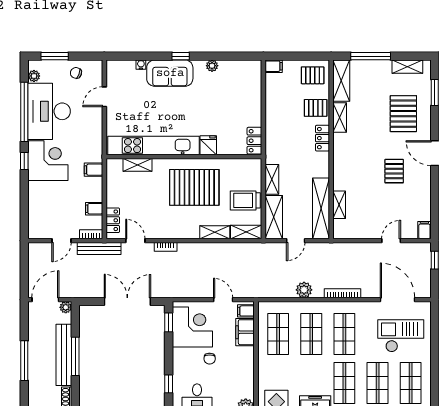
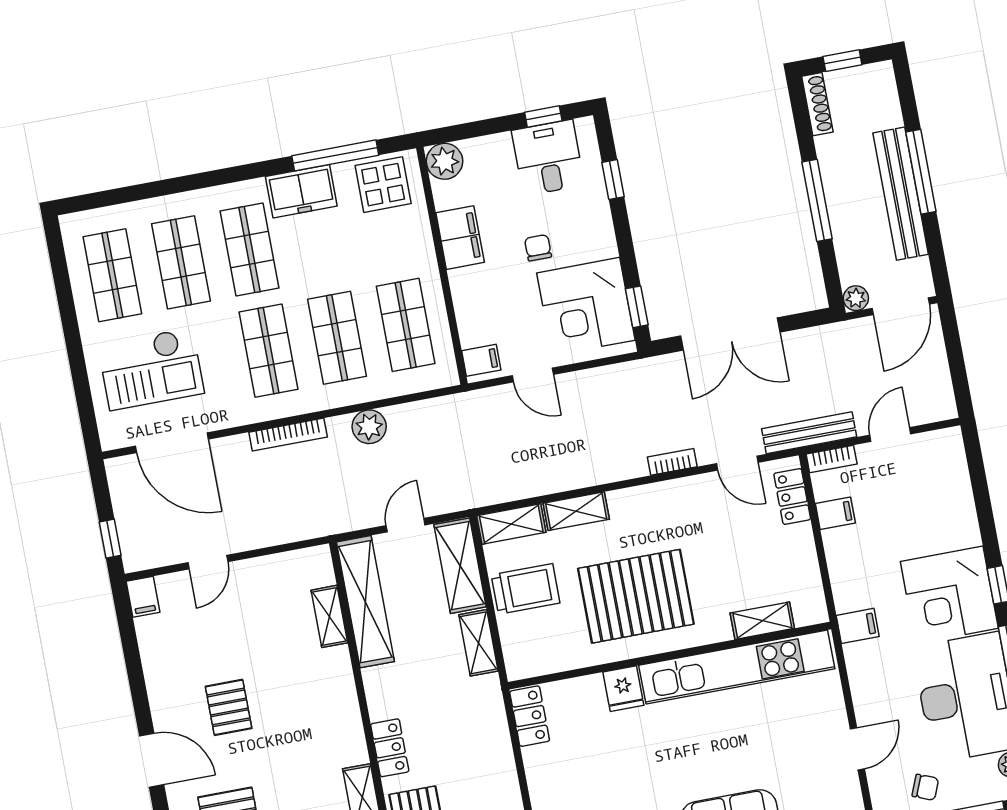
filing cabinet: (93, 170) -> (858, 626), moved
filing cabinet: (245, 332) -> (460, 238), moved
bench: (64, 355) -> (901, 194), moved

